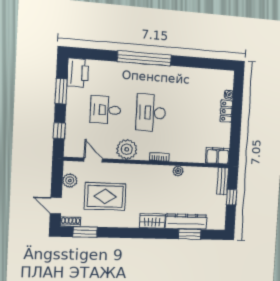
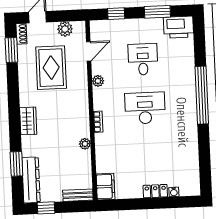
plant: (127, 149) -> (98, 81), width x0.53, depth x0.53
window: (232, 197) -> (46, 208), moved
dresser: (186, 222) -> (31, 180), moved

